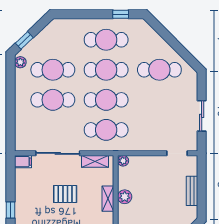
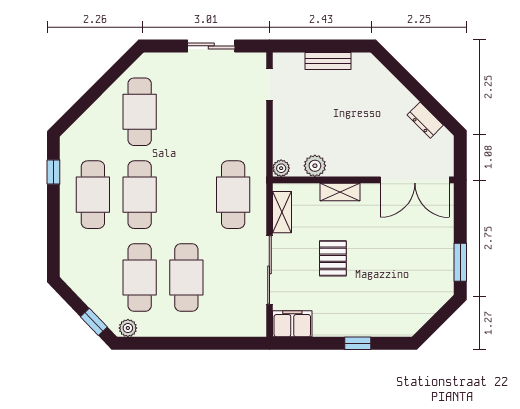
cafe table: (106, 100) -> (186, 195), removed
filing cabinet: (23, 162) -> (292, 324), width x2.00
plant: (125, 197) -> (315, 166), moved

